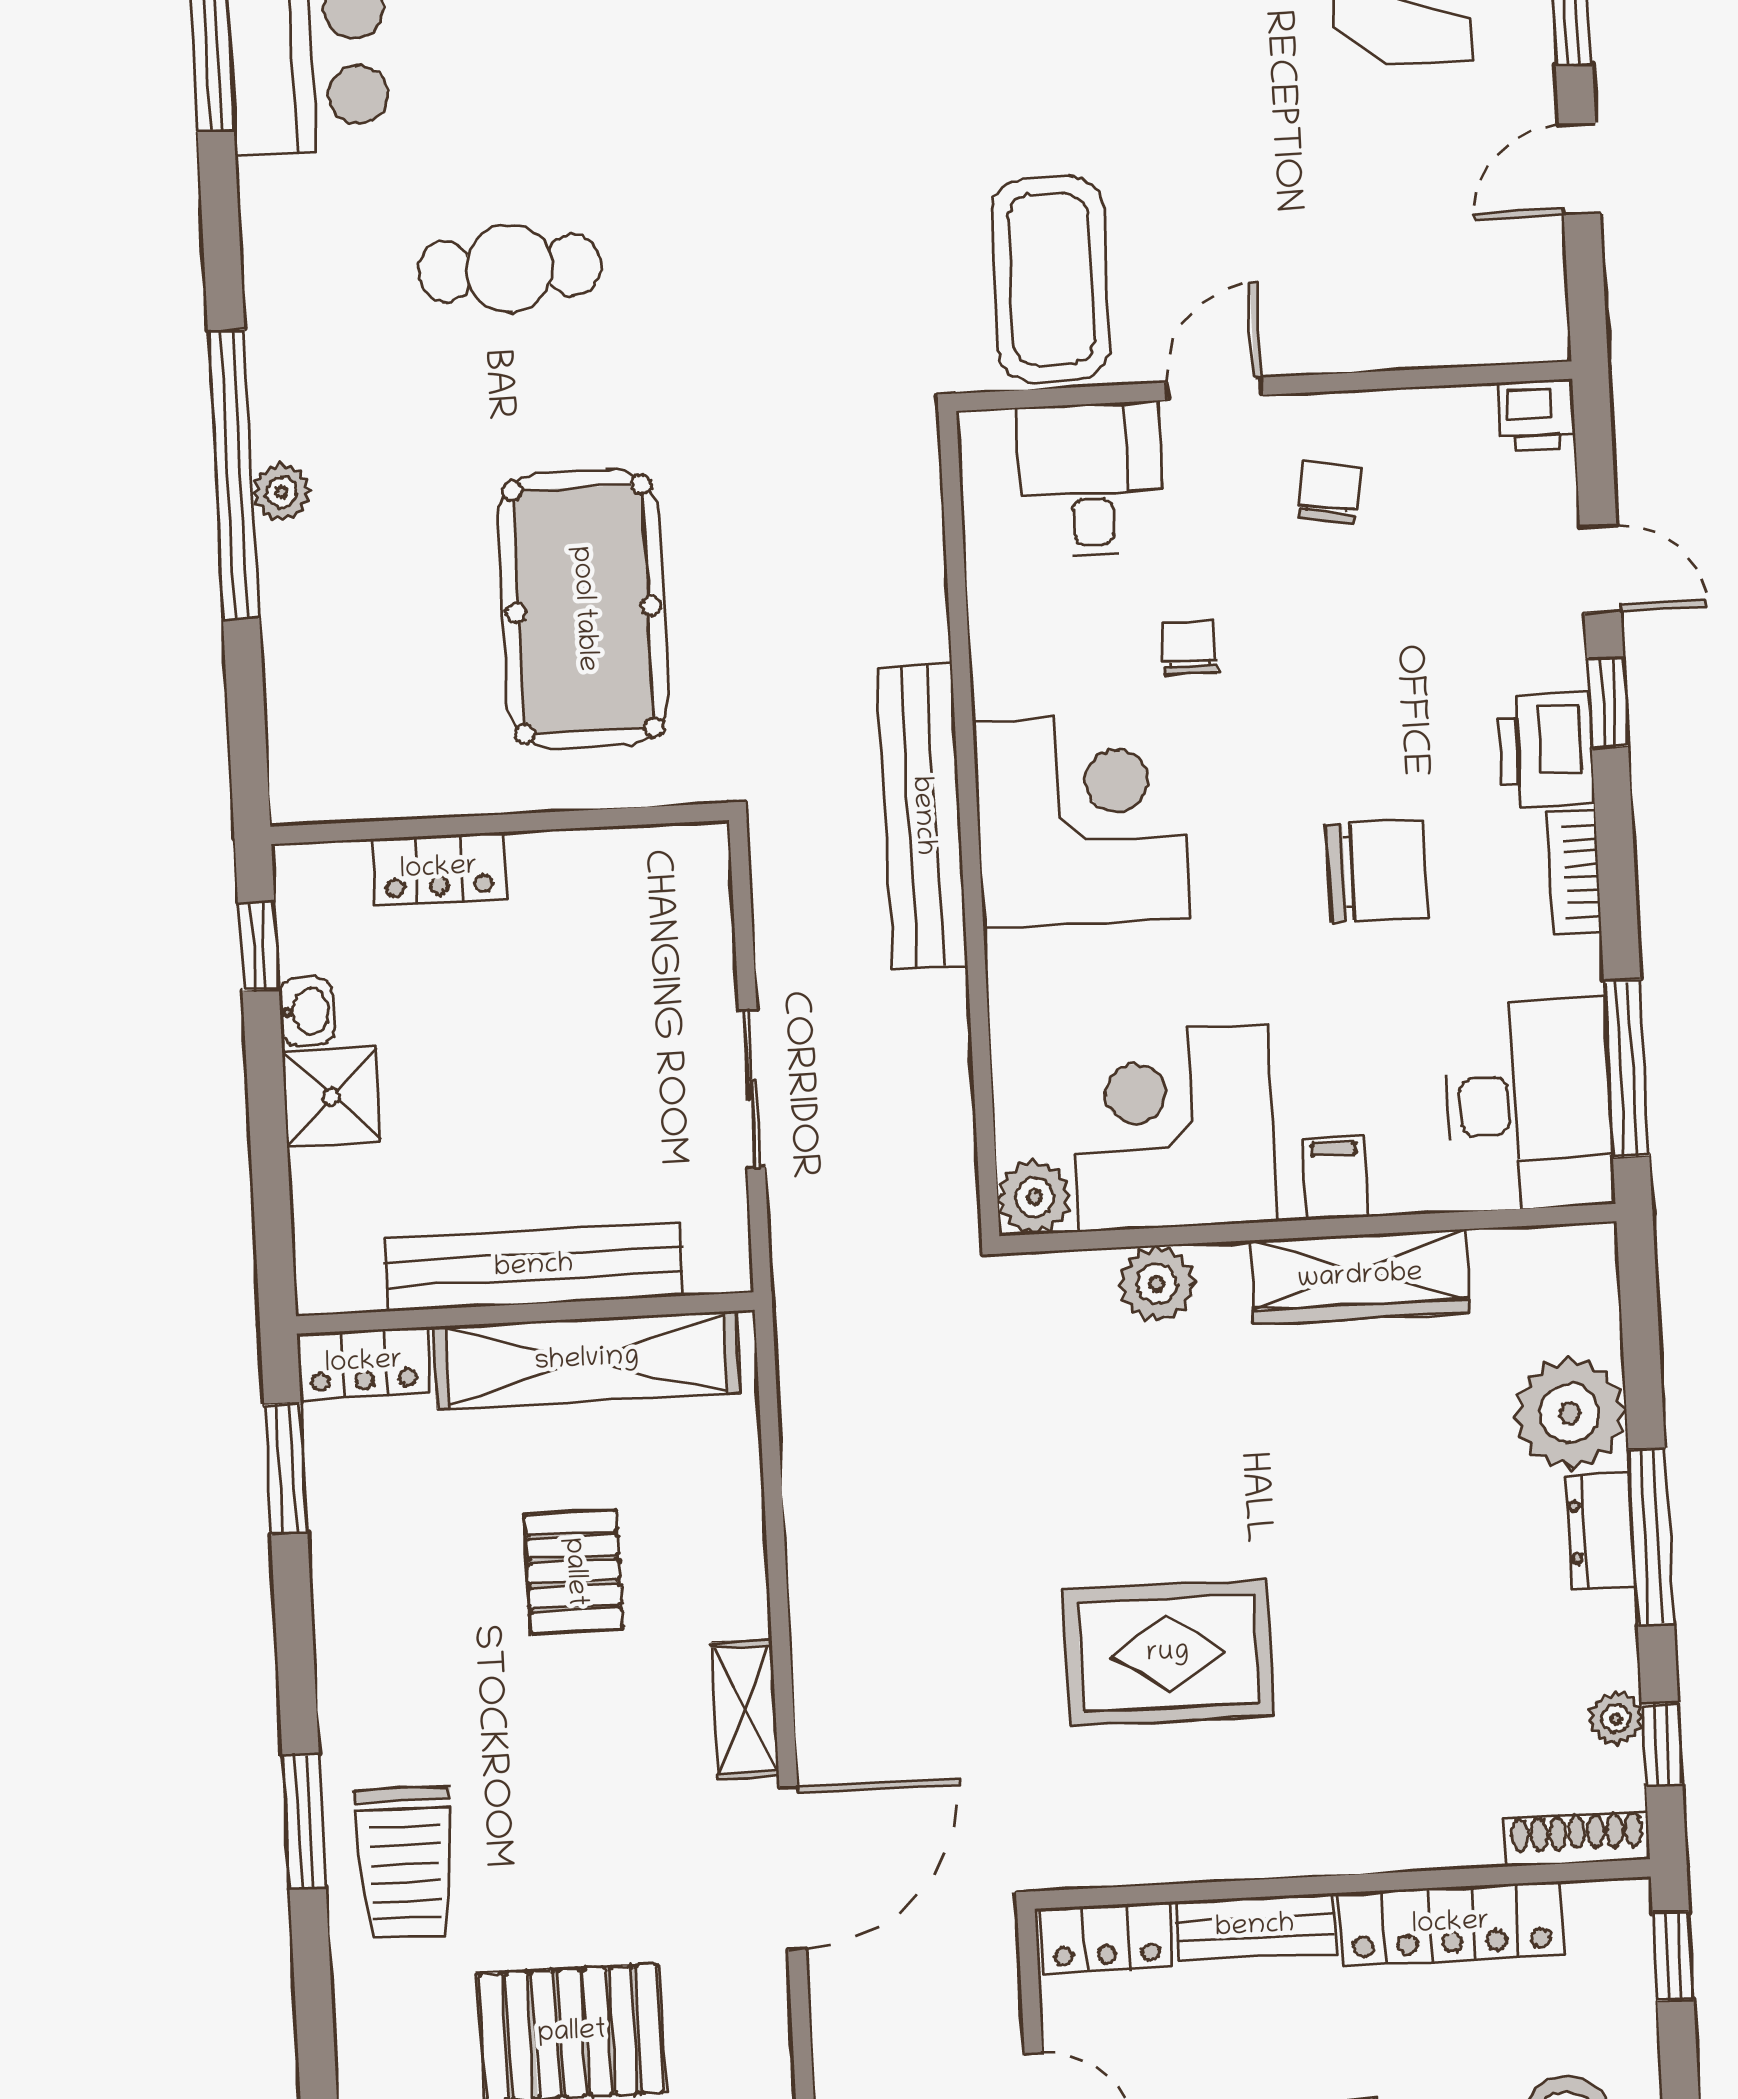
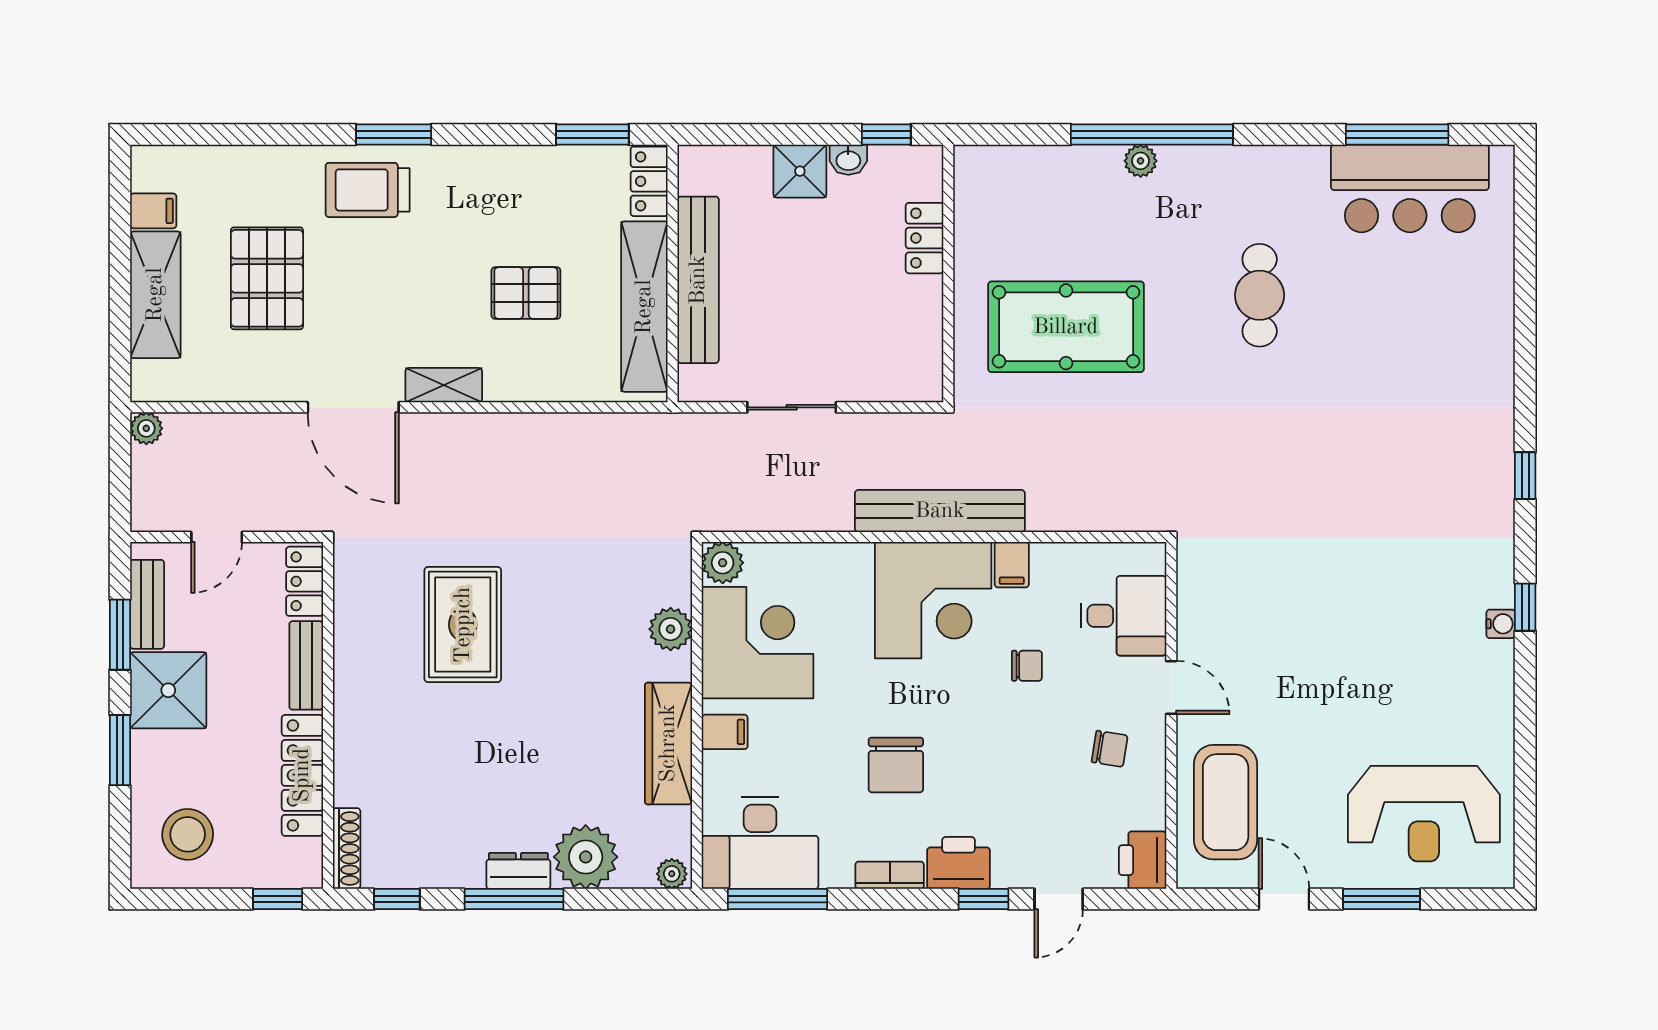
coffee table: (1051, 279) -> (1226, 802), moved, turned 90
printer: (1537, 415) -> (1143, 860), width x1.36, depth x1.24
filing cabinet: (1011, 683) -> (1012, 565), added
plant: (1616, 1719) -> (672, 874), moved

